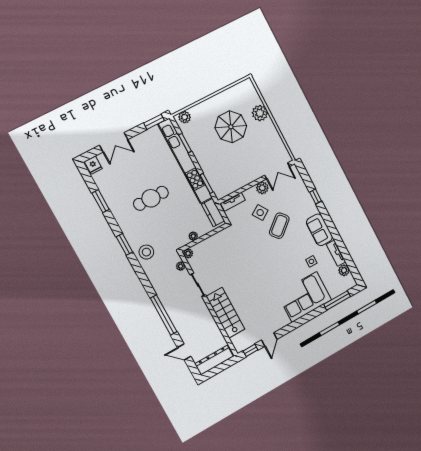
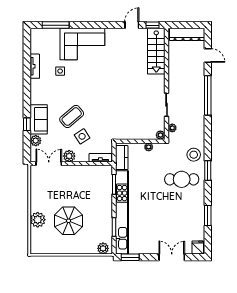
cafe table: (151, 198) -> (182, 179), moved
sofa: (319, 230) -> (39, 119), moved
plant: (344, 270) -> (36, 141), moved
stairs: (226, 313) -> (156, 51), moved

